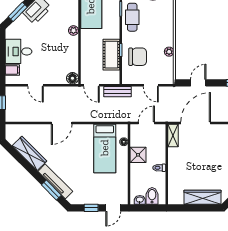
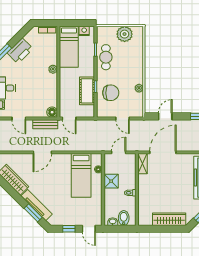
bench: (118, 92) -> (45, 124), moved
door: (113, 208) -> (89, 229), hinge flipped

